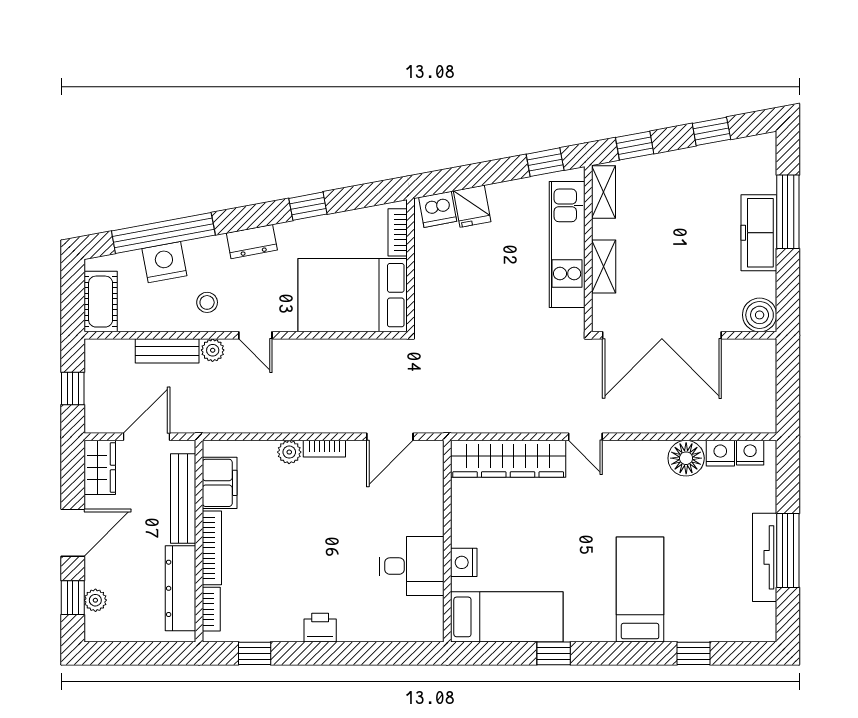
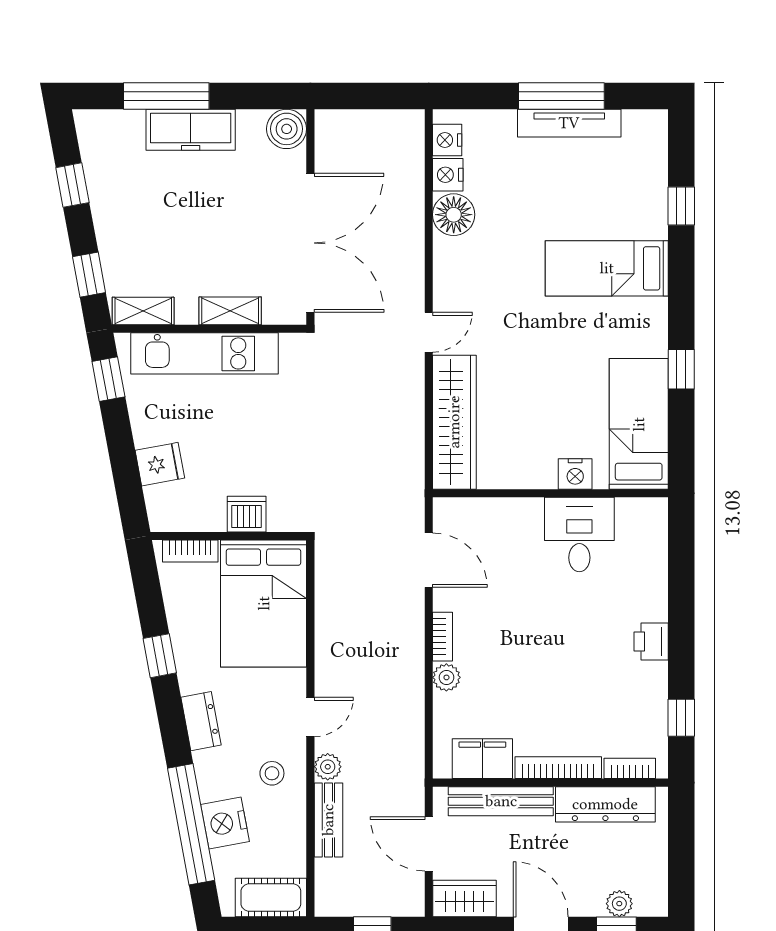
dishwasher: (438, 209) -> (247, 514), moved, turned -79

